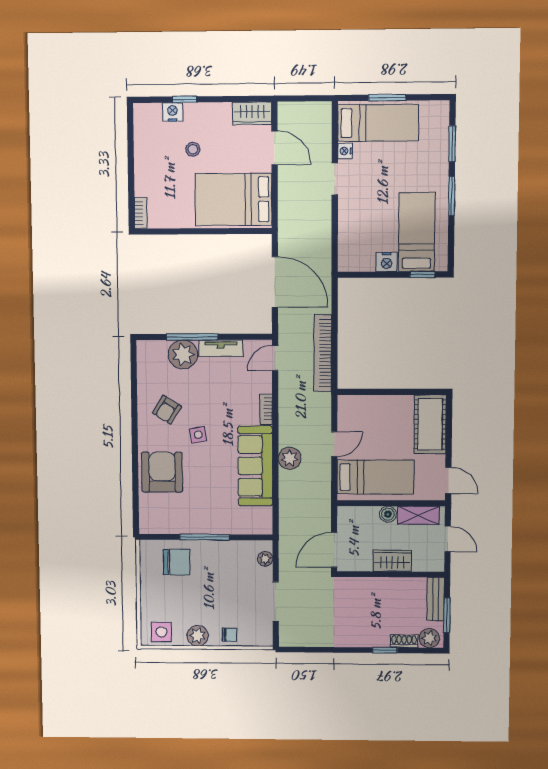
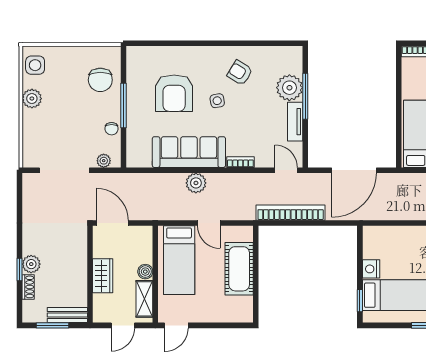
cot: (430, 424) -> (239, 269), moved, turned 90
armchair: (162, 472) -> (174, 93), moved, turned 90
doorway: (276, 601) -> (64, 170), width x1.36
chair: (229, 635) -> (112, 129), moved
plant: (429, 638) -> (31, 264), moved

